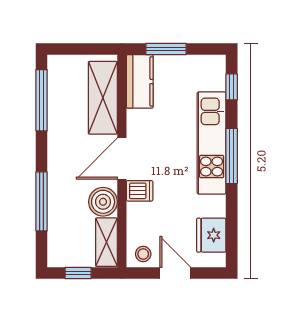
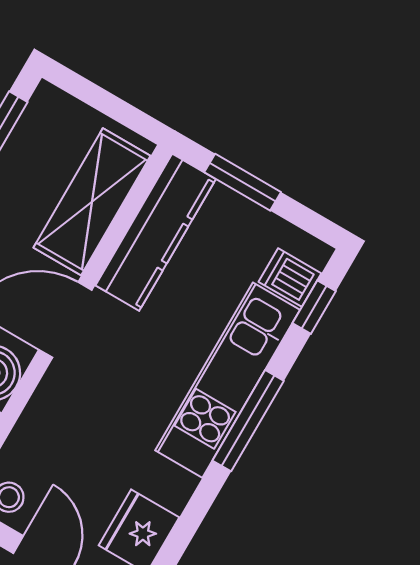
kitchen counter: (140, 81) -> (156, 232), width x1.50
dishwasher: (140, 191) -> (290, 278), moved, turned 180

